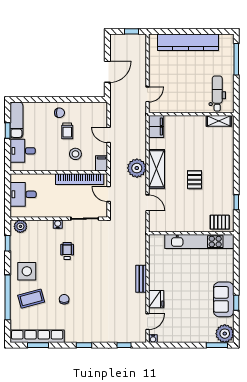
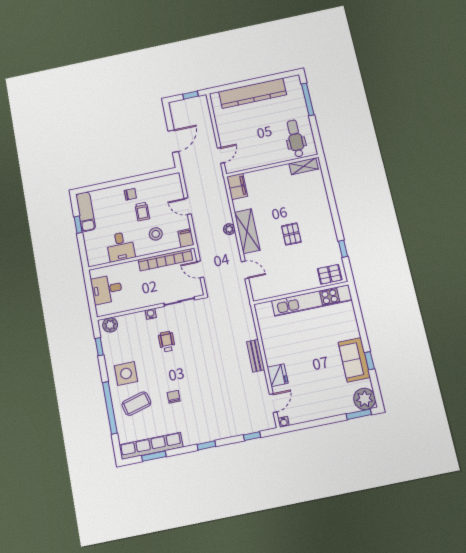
desk: (23, 151) -> (121, 247), moved, turned -90
plant: (137, 168) -> (229, 229), width x0.53, depth x0.53

